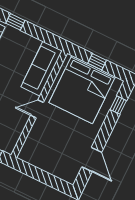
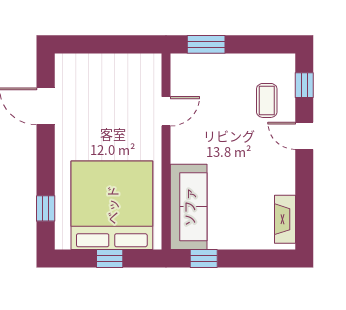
window: (15, 22) -> (204, 258), moved
door: (37, 109) -> (166, 111), moved

